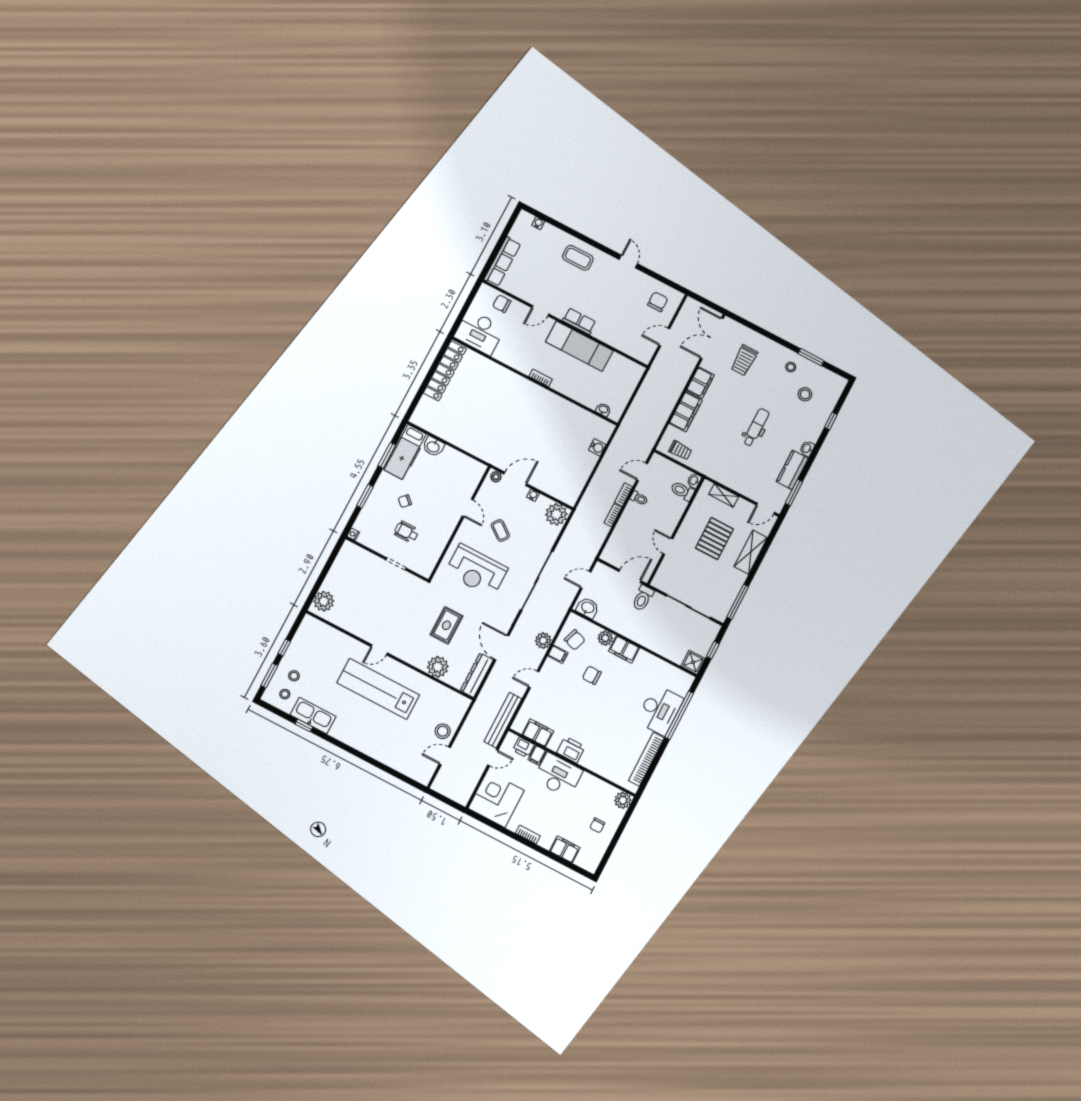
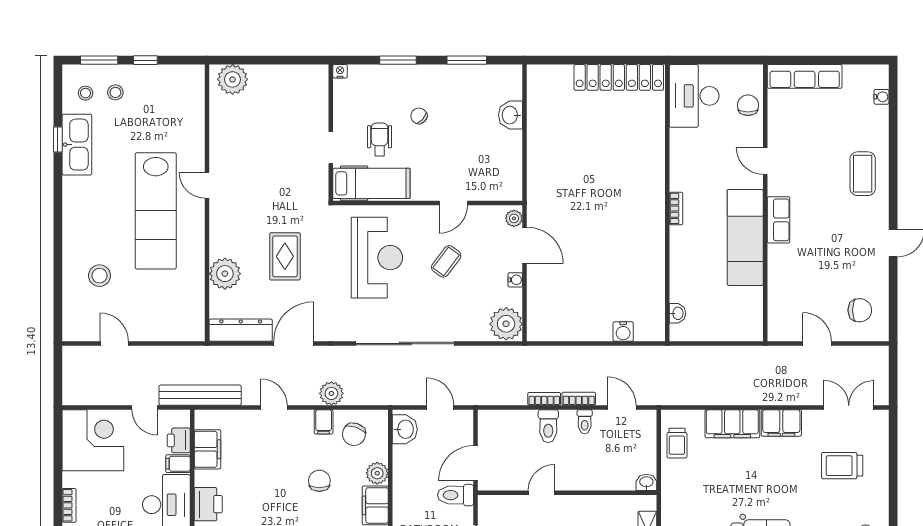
double door: (712, 338) -> (849, 407), width x0.73
hospital bed: (405, 452) -> (371, 183), moved, turned 180
toilet: (682, 491) -> (548, 426), moved, turned 180
reception desk: (476, 571) -> (377, 258), turned 180
door: (630, 576) -> (476, 463), swing flipped
rug: (446, 625) -> (285, 256), turned 90
lab bench: (378, 689) -> (156, 211), turned 180
stool: (443, 731) -> (100, 276), moved

